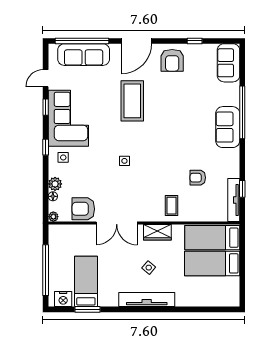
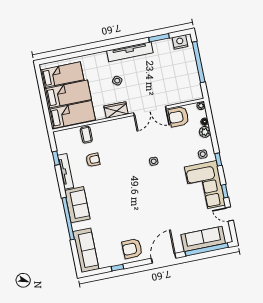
armchair: (172, 60) -> (132, 249), turned -91
sofa: (229, 63) -> (86, 250), width x1.36
door: (46, 78) -> (229, 214), swing flipped
coffee table: (132, 101) -> (157, 210), removed
tv unit: (234, 200) -> (66, 171), moved
coffee table: (171, 206) -> (86, 135), moved
armchair: (83, 209) -> (179, 117), turned 180
double door: (117, 223) -> (150, 111), swing flipped
bed: (86, 281) -> (62, 75), moved, turned -90
tv unit: (147, 300) -> (130, 52), moved

